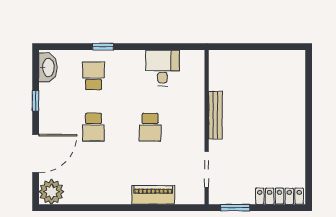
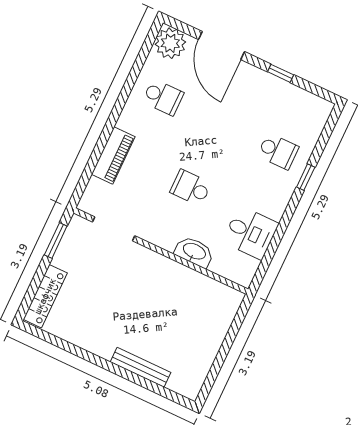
washbasin: (48, 67) -> (194, 252), moved, turned 180
bench: (215, 115) -> (141, 367), moved
school desk: (93, 127) -> (163, 97), moved, turned 180

